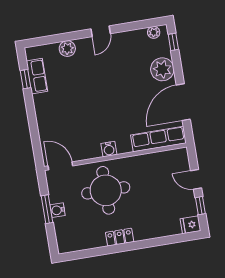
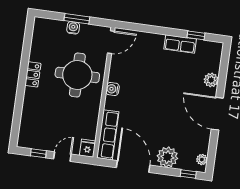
door: (101, 31) -> (217, 114), width x1.88
row of seats: (37, 76) -> (180, 44), moved
fridge: (190, 225) -> (88, 148), moved

